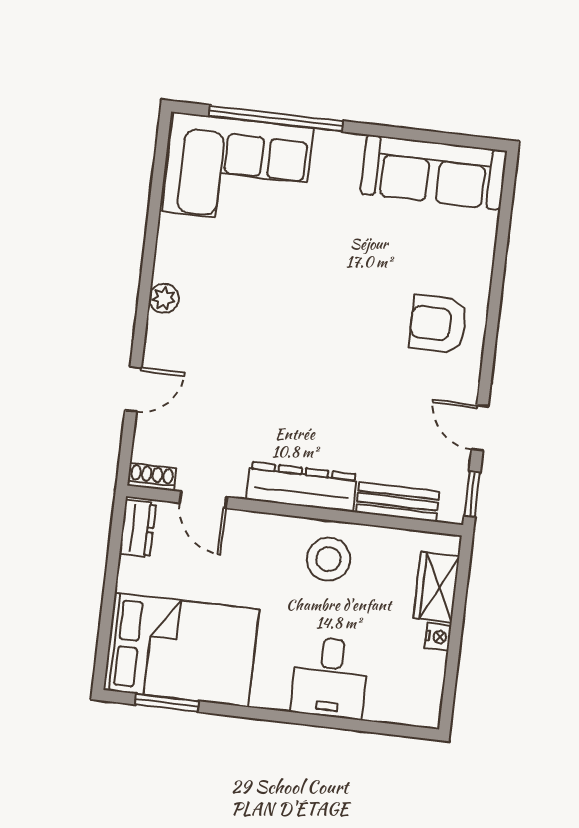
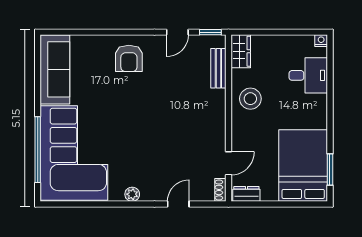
corner sofa: (238, 170) -> (74, 153), width x1.36, depth x1.36
door: (133, 389) -> (178, 204), hinge flipped
dresser: (302, 487) -> (217, 116), removed
wardrobe: (436, 587) -> (241, 51), moved, turned -90
nightstand: (438, 637) -> (321, 41), moved
desk: (330, 678) -> (308, 75), moved

